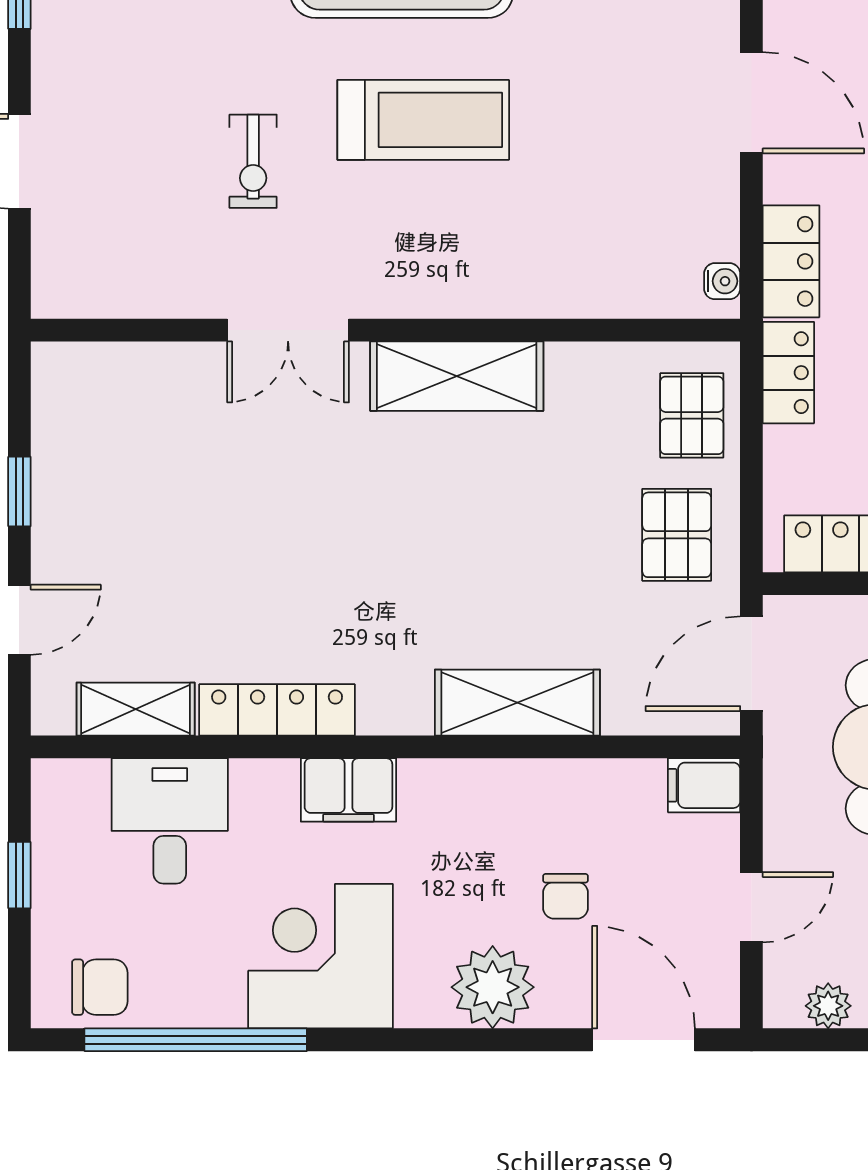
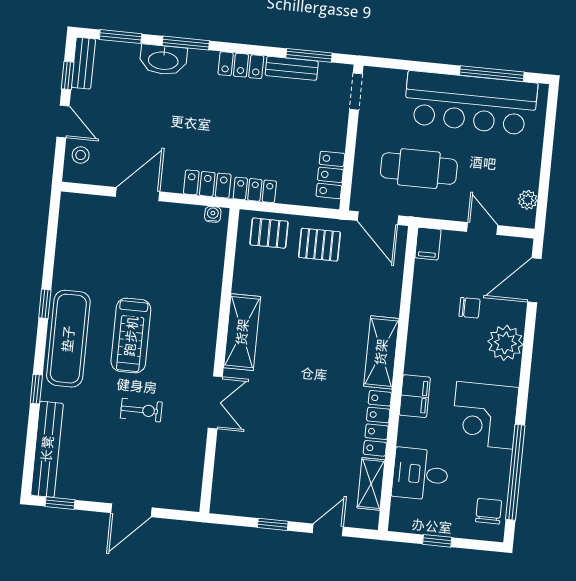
treadmill: (423, 120) -> (131, 336), turned 180
door: (19, 620) -> (328, 530), hinge flipped
shelving: (517, 703) -> (381, 352), moved

